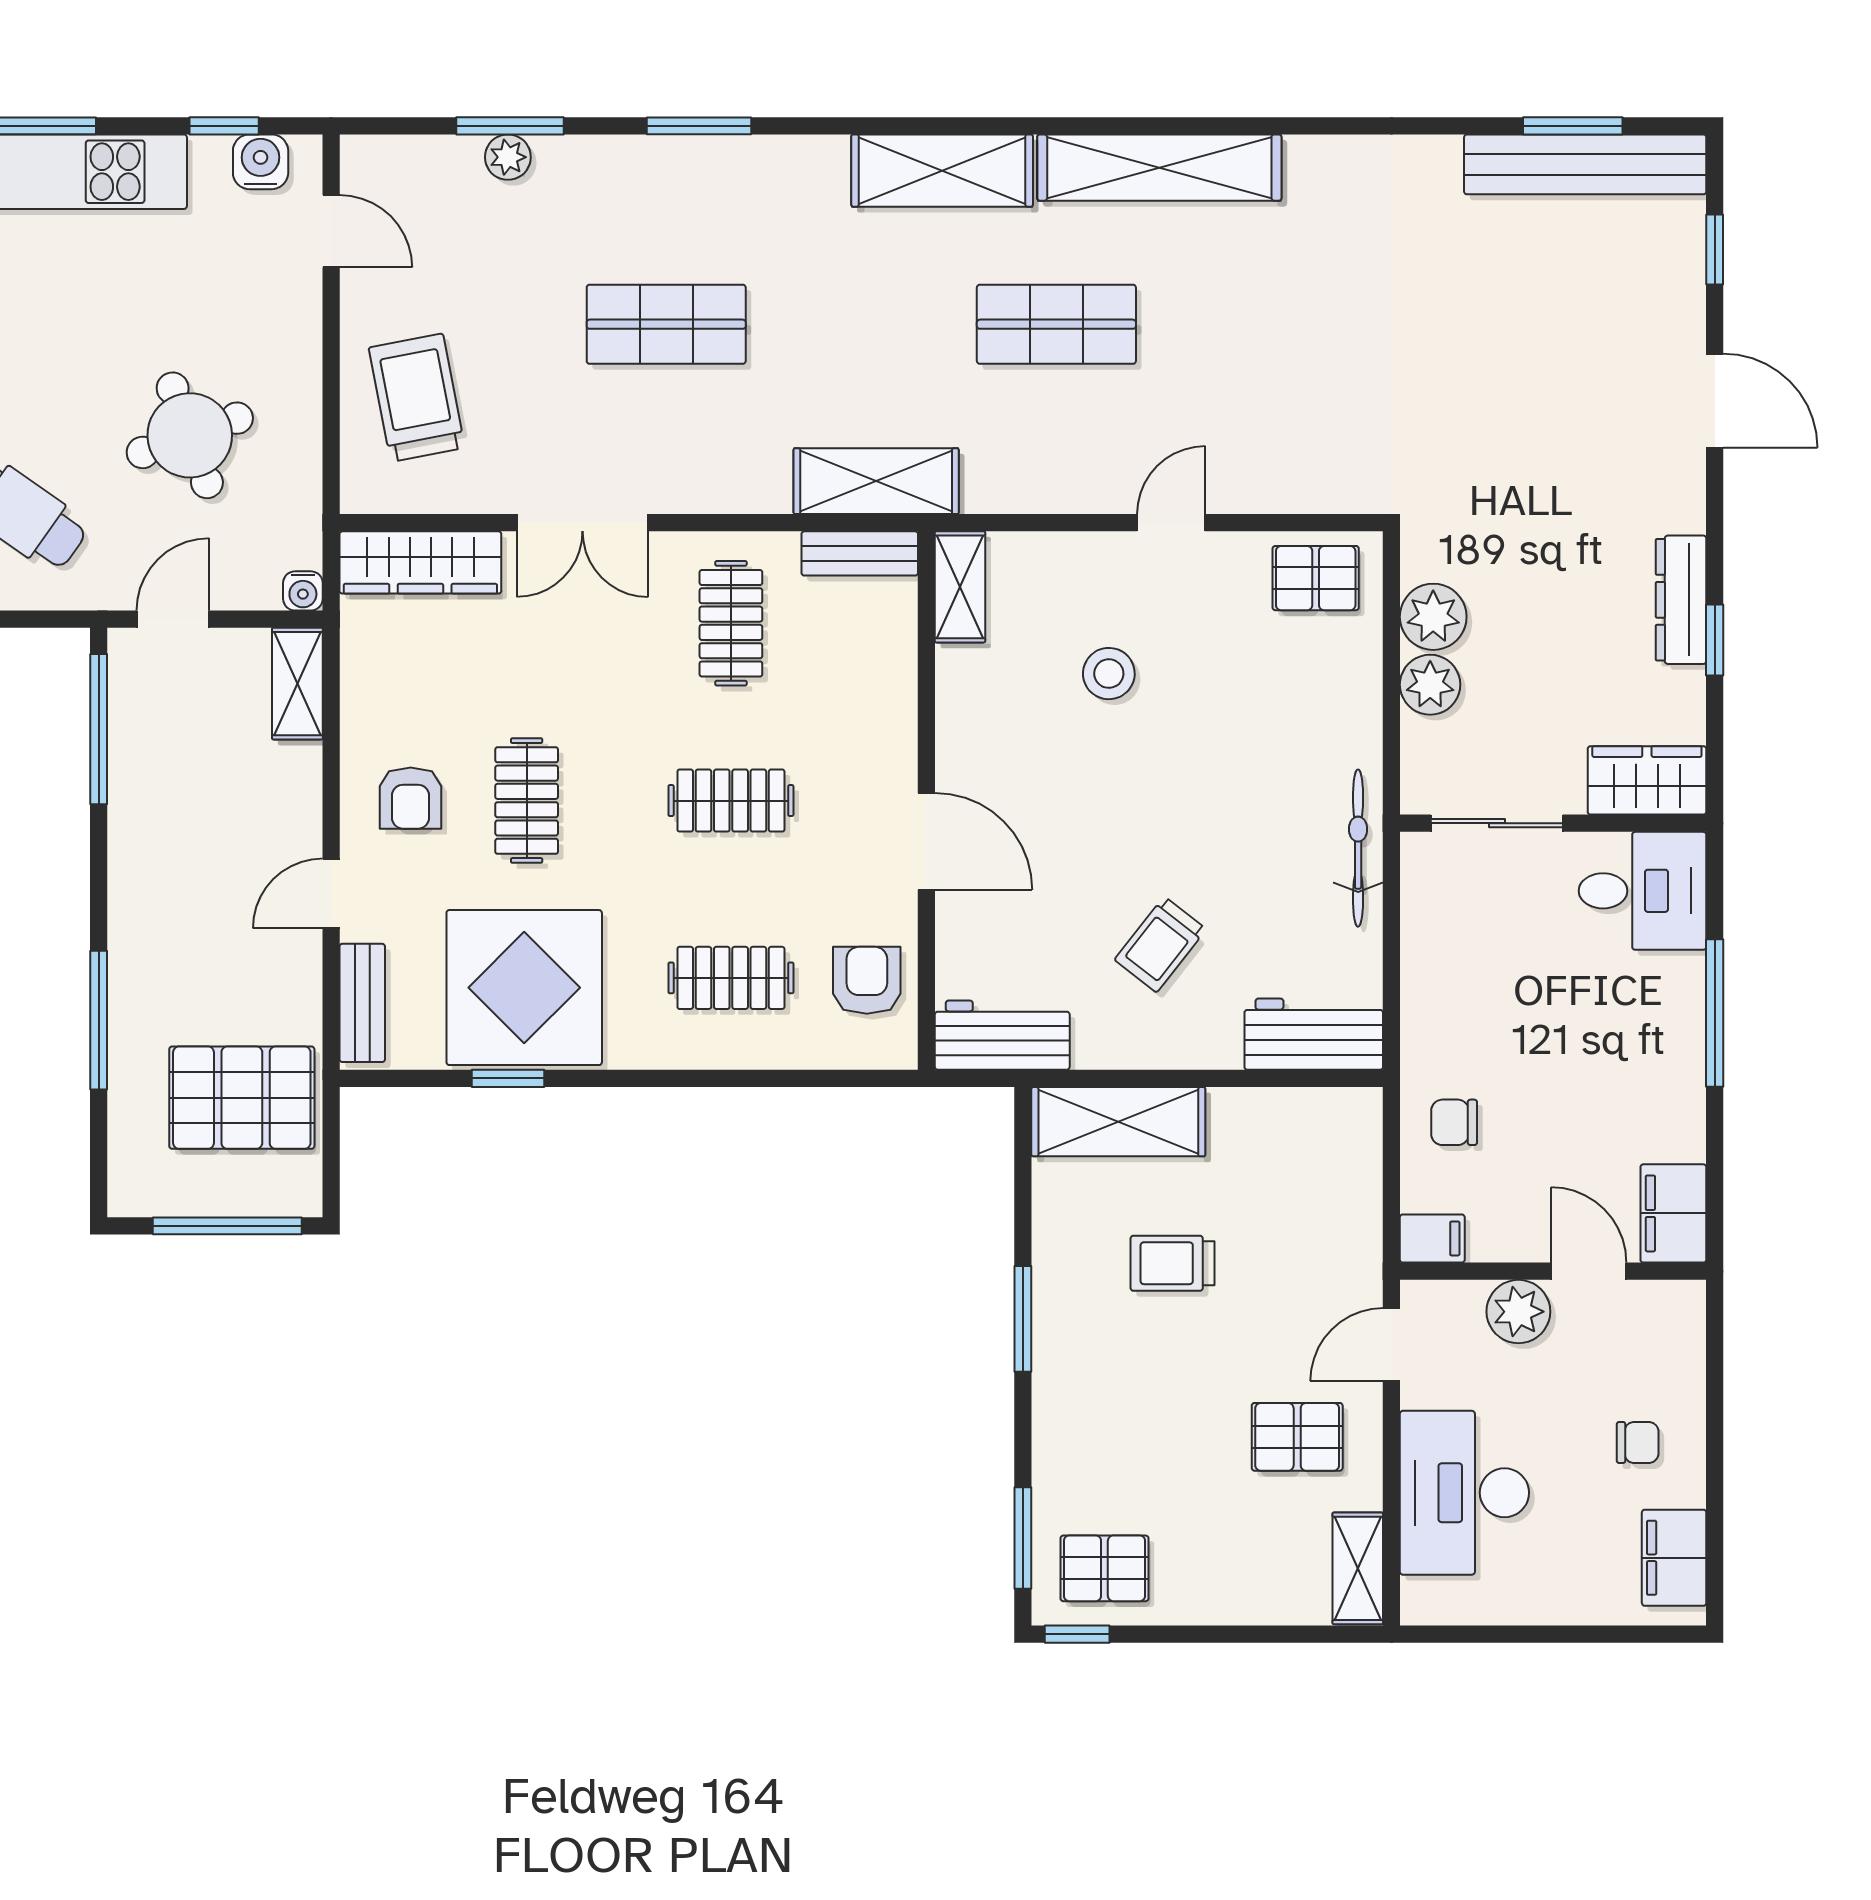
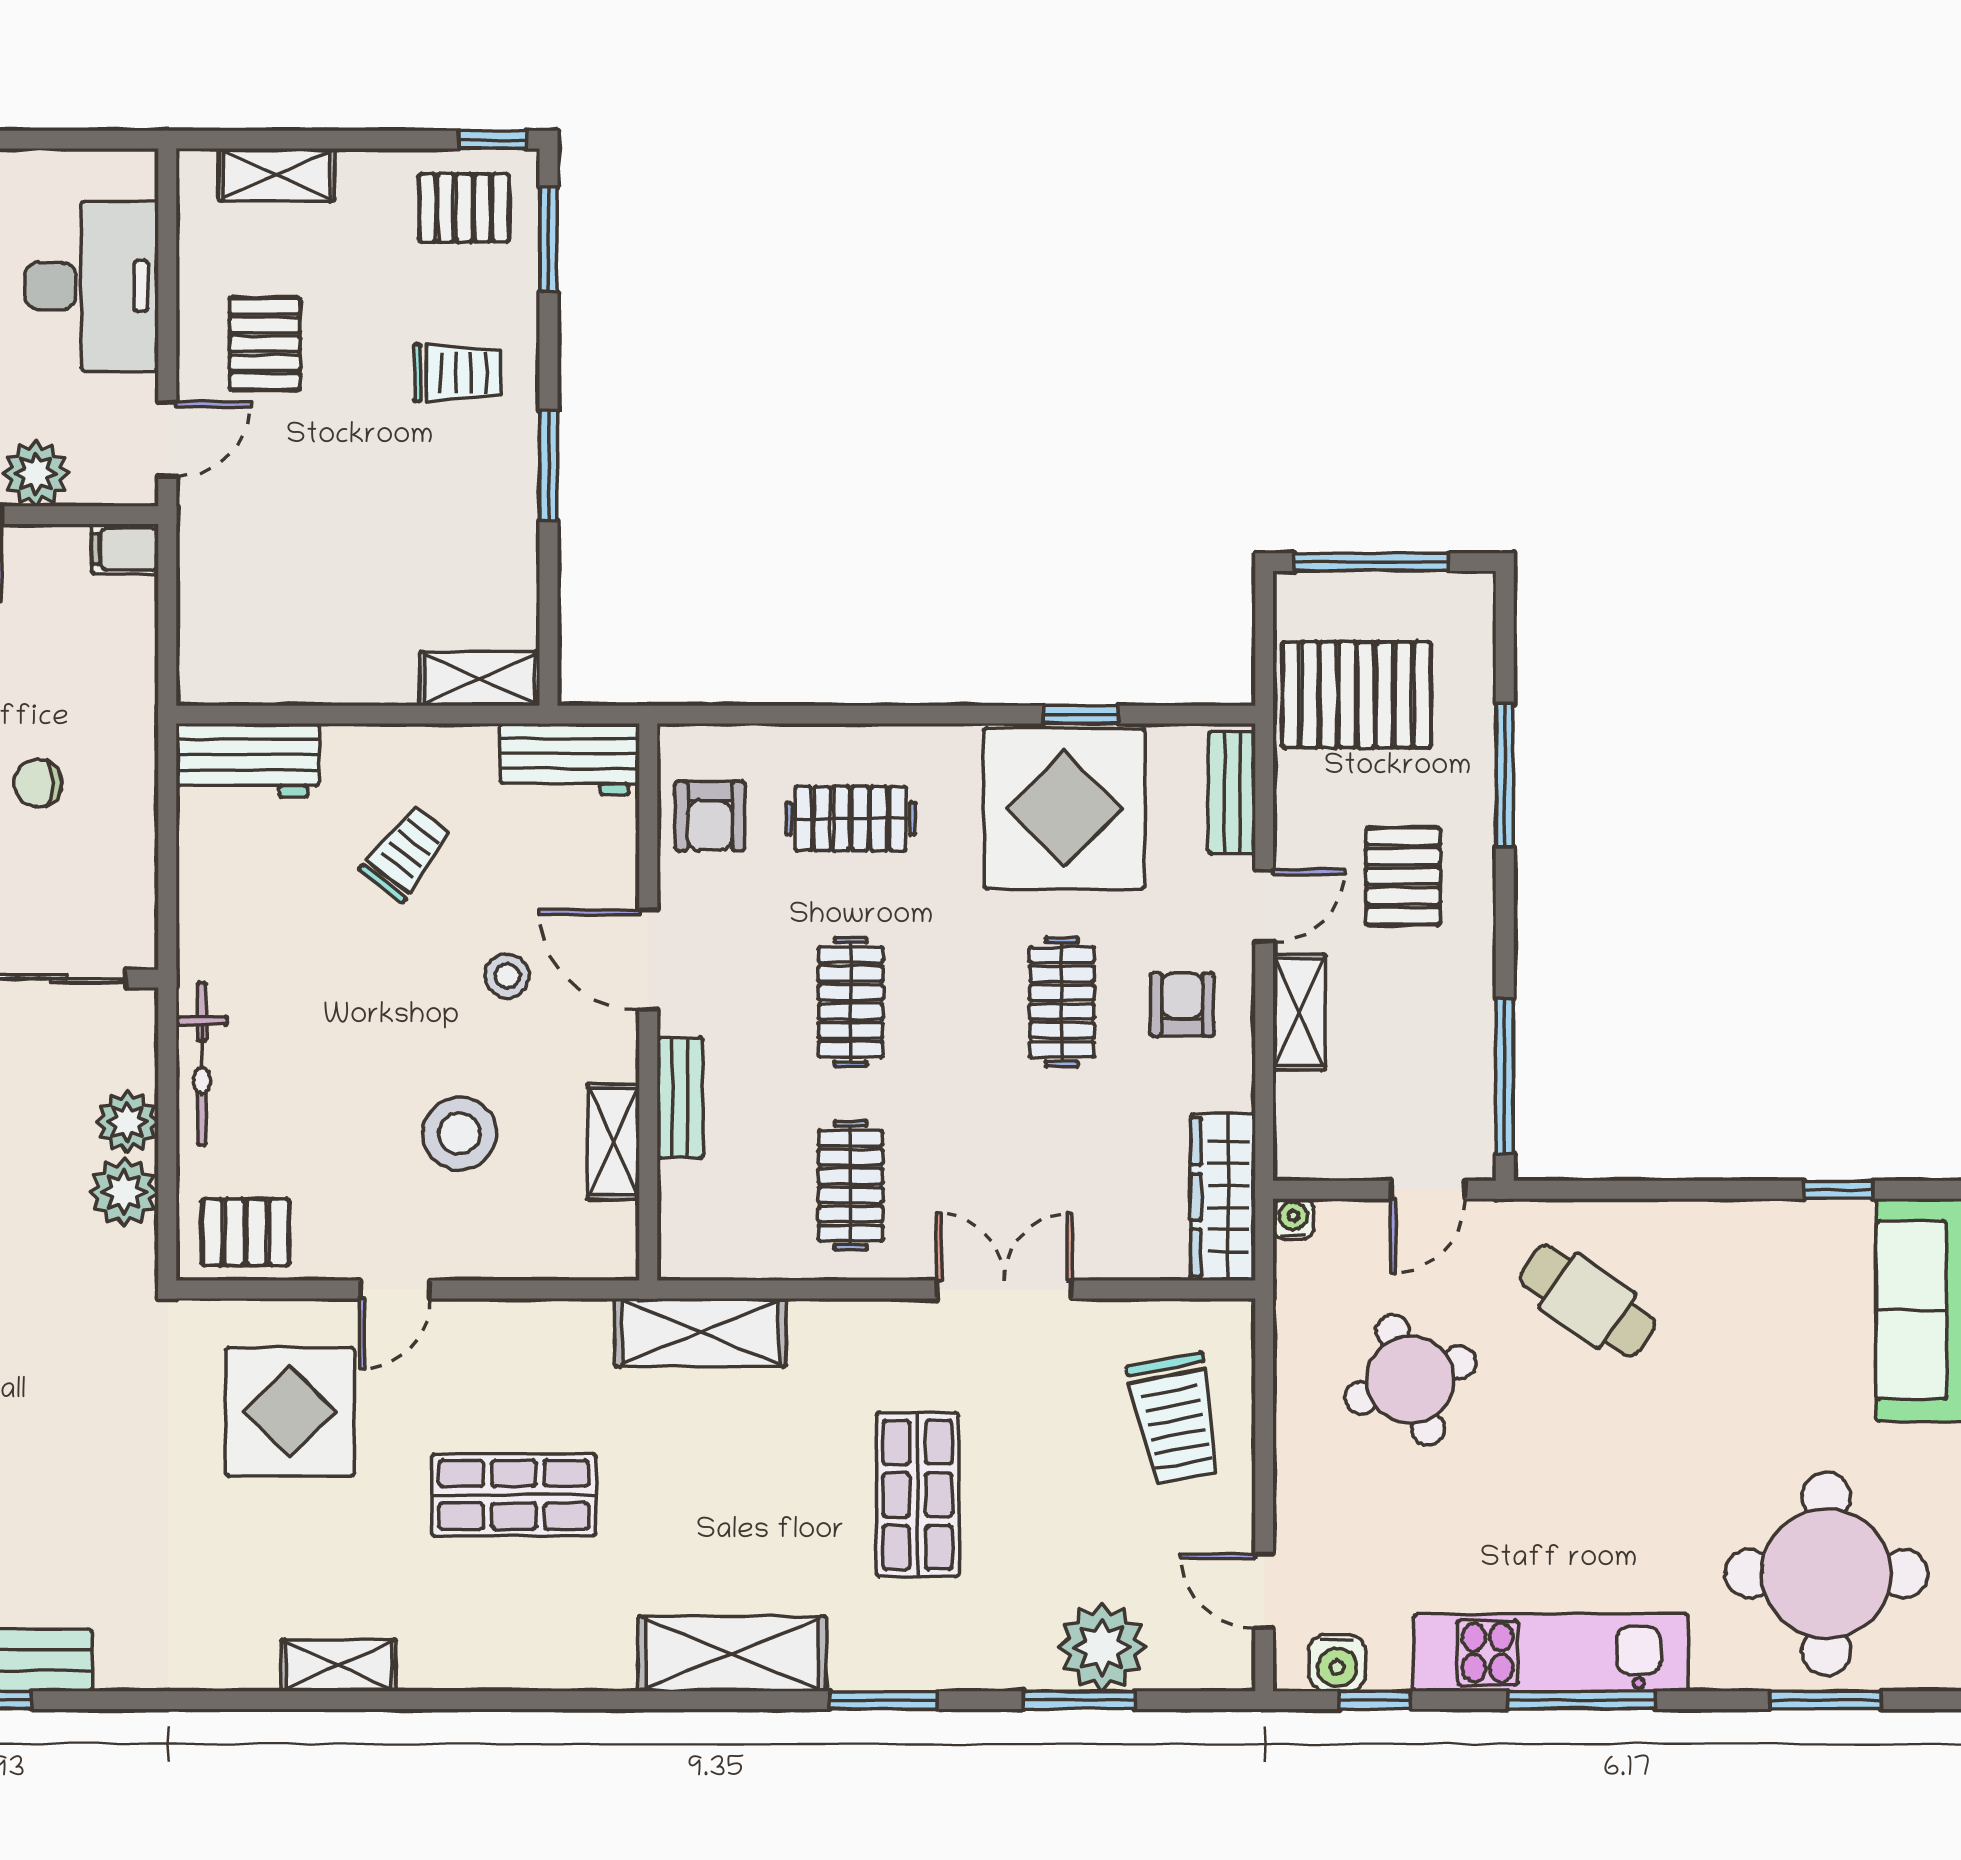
plant: (508, 157) -> (1102, 1647), width x1.88, depth x1.88
shelving: (1159, 168) -> (339, 1665), width x0.45, depth x0.75
shelving: (942, 171) -> (732, 1654), moved
shop shelf: (666, 324) -> (918, 1495), turned 90
display table: (1273, 405) -> (290, 1412), added
bench: (860, 553) -> (680, 1098), moved, turned 90
wardrobe: (420, 562) -> (1223, 1197), moved, turned -90
shelving: (960, 587) -> (614, 1142), moved
stool: (1109, 674) -> (460, 1133), width x1.38, depth x1.38
shelving: (297, 684) -> (1299, 1012), moved
clothes rail: (731, 801) -> (851, 1002), turned 90
stool: (1063, 826) -> (507, 976), added
bicycle: (1358, 848) -> (202, 1064), moved
pallet: (197, 922) -> (1403, 876), added
shelving: (1118, 1122) -> (480, 679), width x0.67, depth x0.75
chair: (1454, 1122) -> (38, 783), moved, turned 180
trolley: (1173, 1263) -> (457, 373), moved
pallet: (1297, 1437) -> (265, 344), turned 90
shelving: (1358, 1568) -> (276, 175), moved, turned 90

